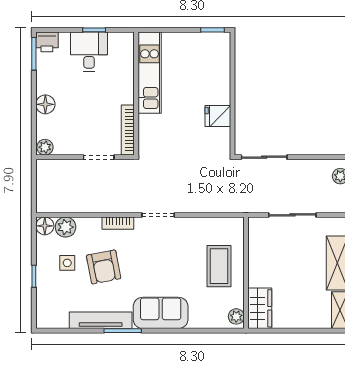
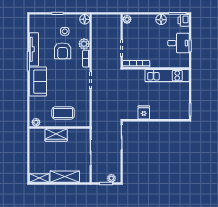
floor lamp: (45, 104) -> (161, 20), moved
plant: (66, 227) -> (84, 44), moved
armchair: (104, 267) -> (63, 51), turned -79
wardrobe: (260, 308) -> (56, 135), moved

